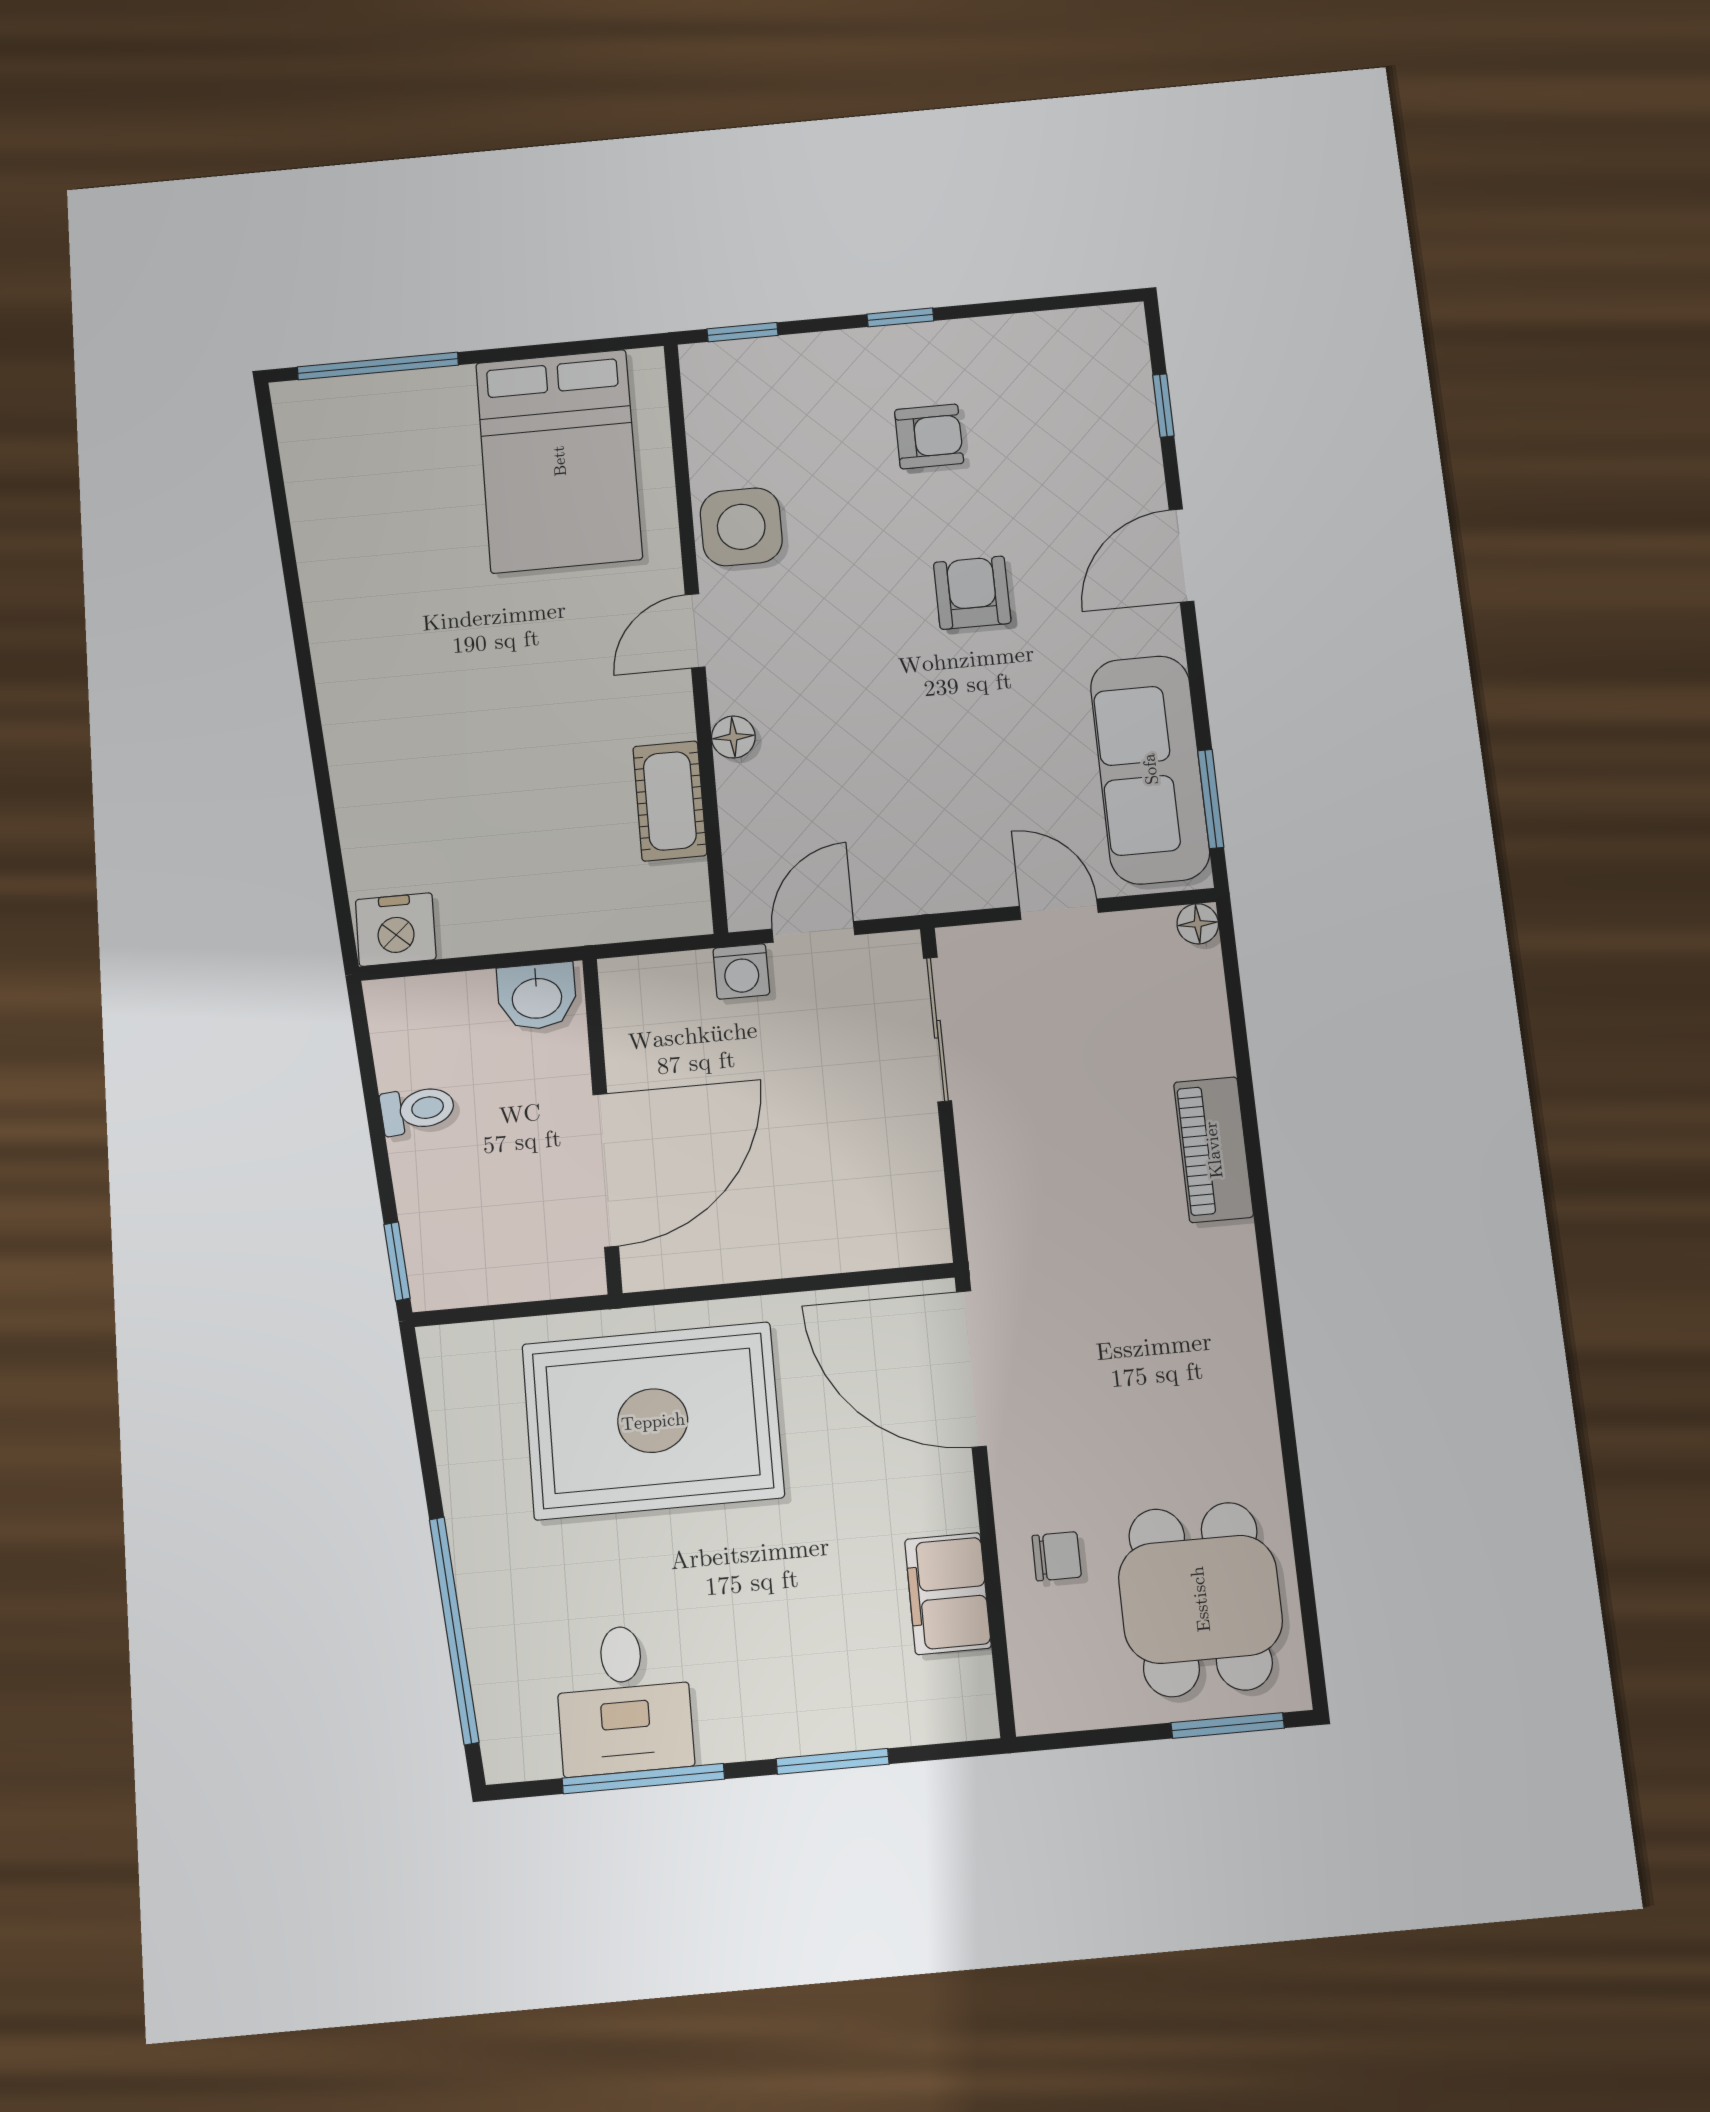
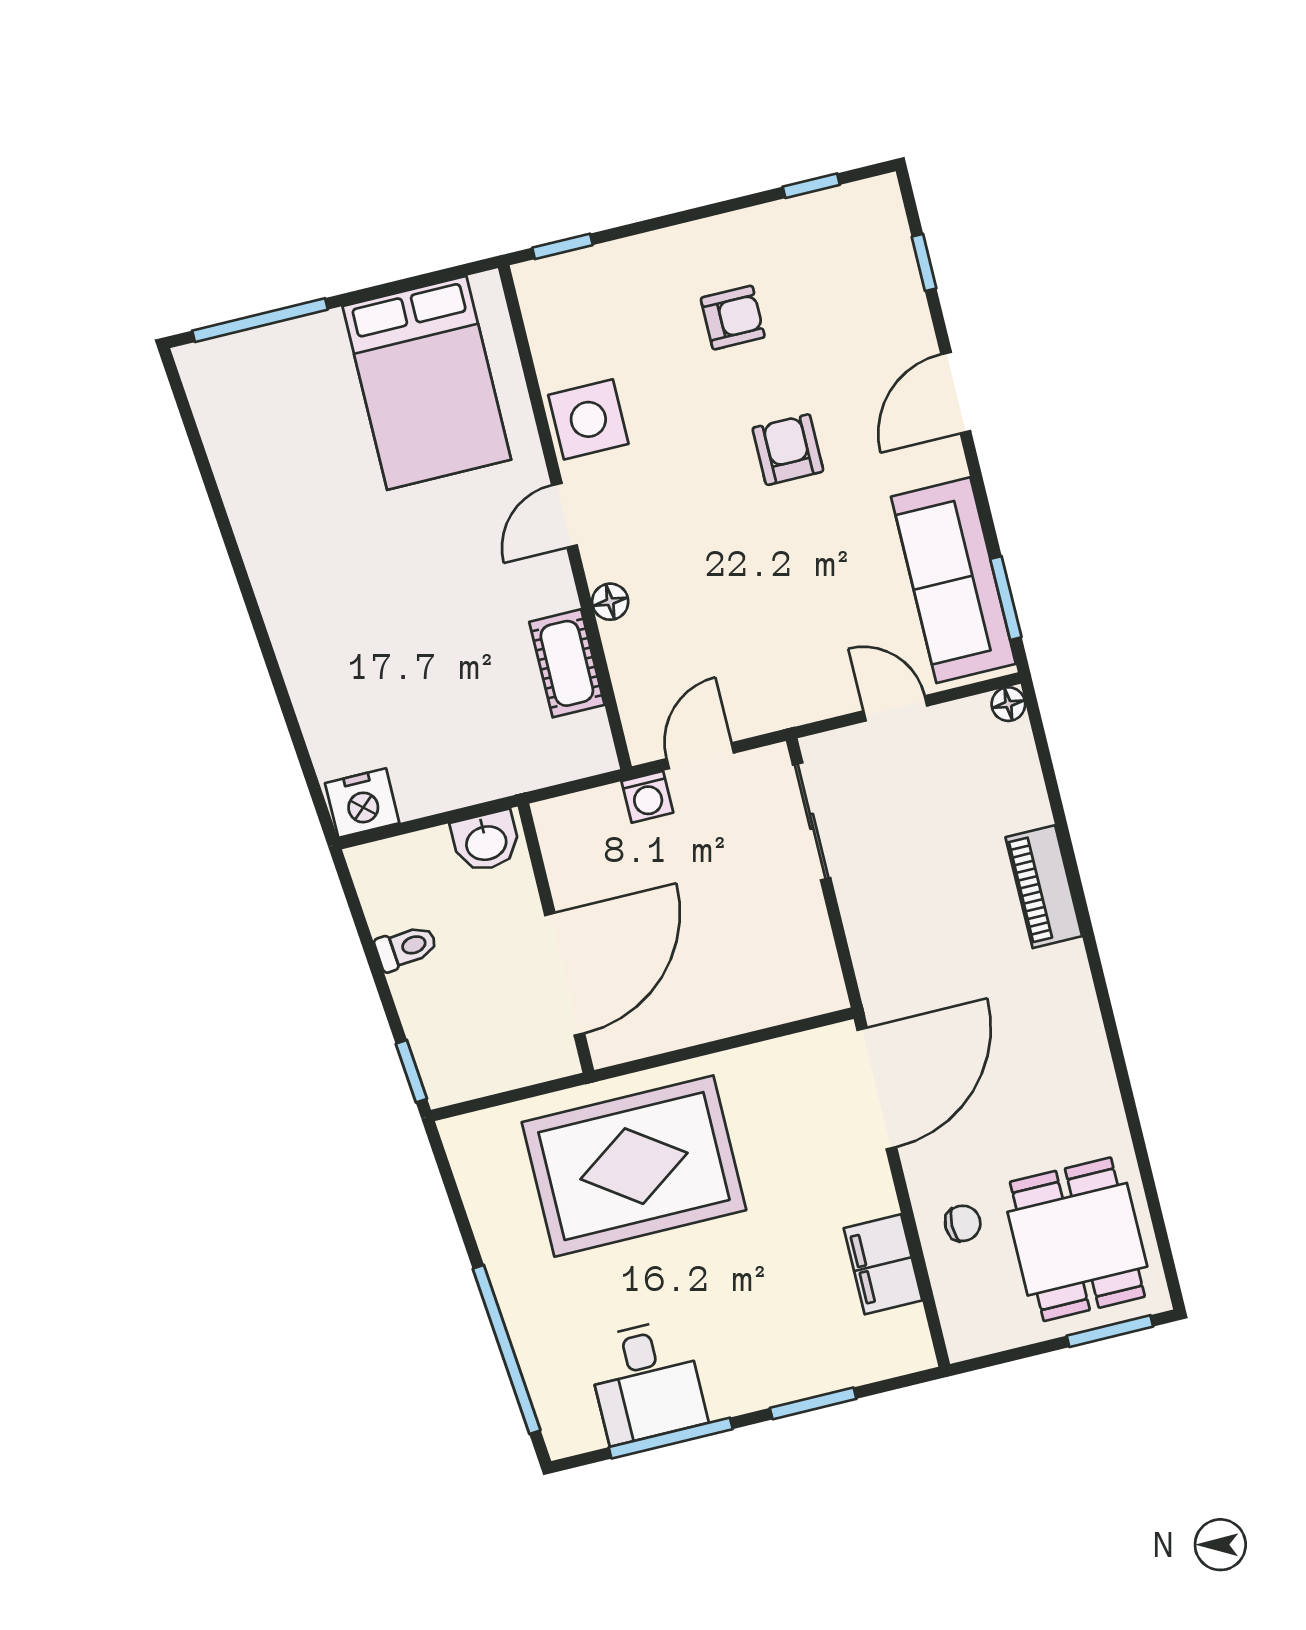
window: (900, 317) -> (811, 186), moved
door: (971, 1369) -> (877, 1088), swing flipped

